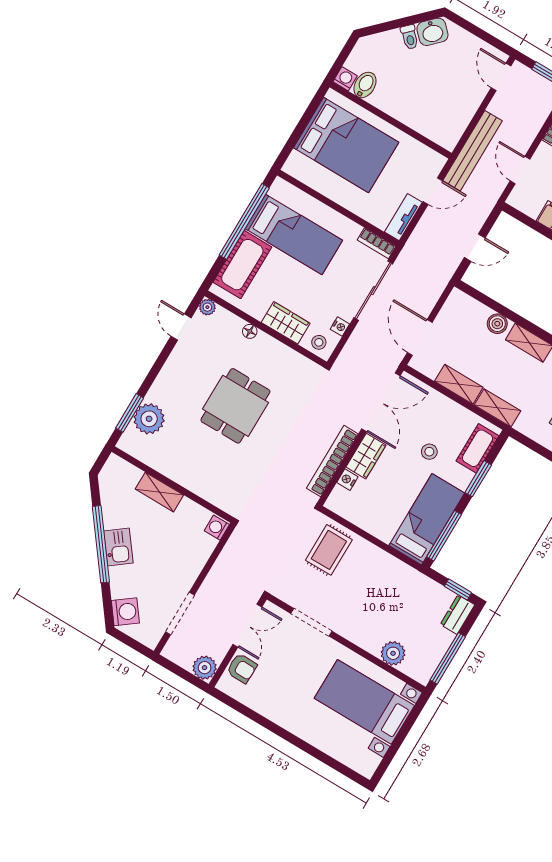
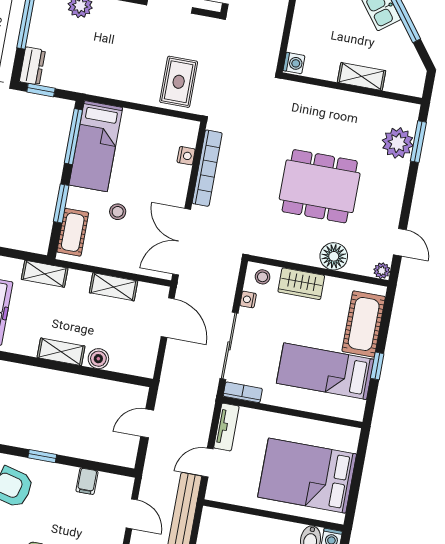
window: (244, 221) -> (377, 366), width x0.32
floor lamp: (250, 331) -> (334, 256), width x1.89, depth x1.89
dining table: (235, 406) -> (320, 186), width x1.37
shelving: (498, 408) -> (45, 274), moved
wardrobe: (366, 456) -> (177, 185), removed

